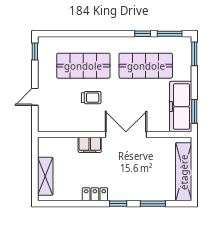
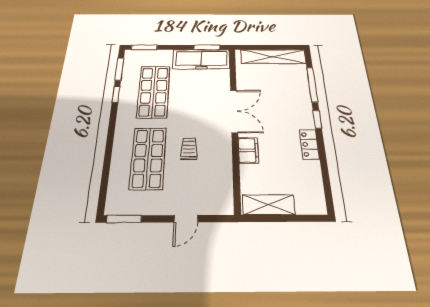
window: (35, 52) -> (124, 219), width x1.50
door: (35, 97) -> (186, 219), hinge flipped
double door: (126, 135) -> (234, 111), swing flipped
shelving: (45, 176) -> (269, 205), moved
window: (153, 204) -> (312, 85), width x1.44

